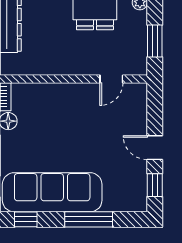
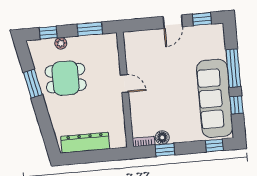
door: (111, 79) -> (124, 83), moved
window: (26, 219) -> (236, 105), moved

